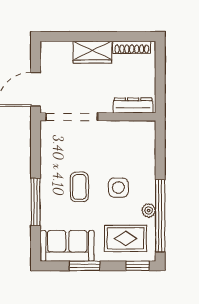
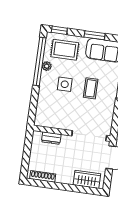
wardrobe: (92, 52) -> (87, 179), moved
dresser: (133, 106) -> (51, 138), width x0.70

